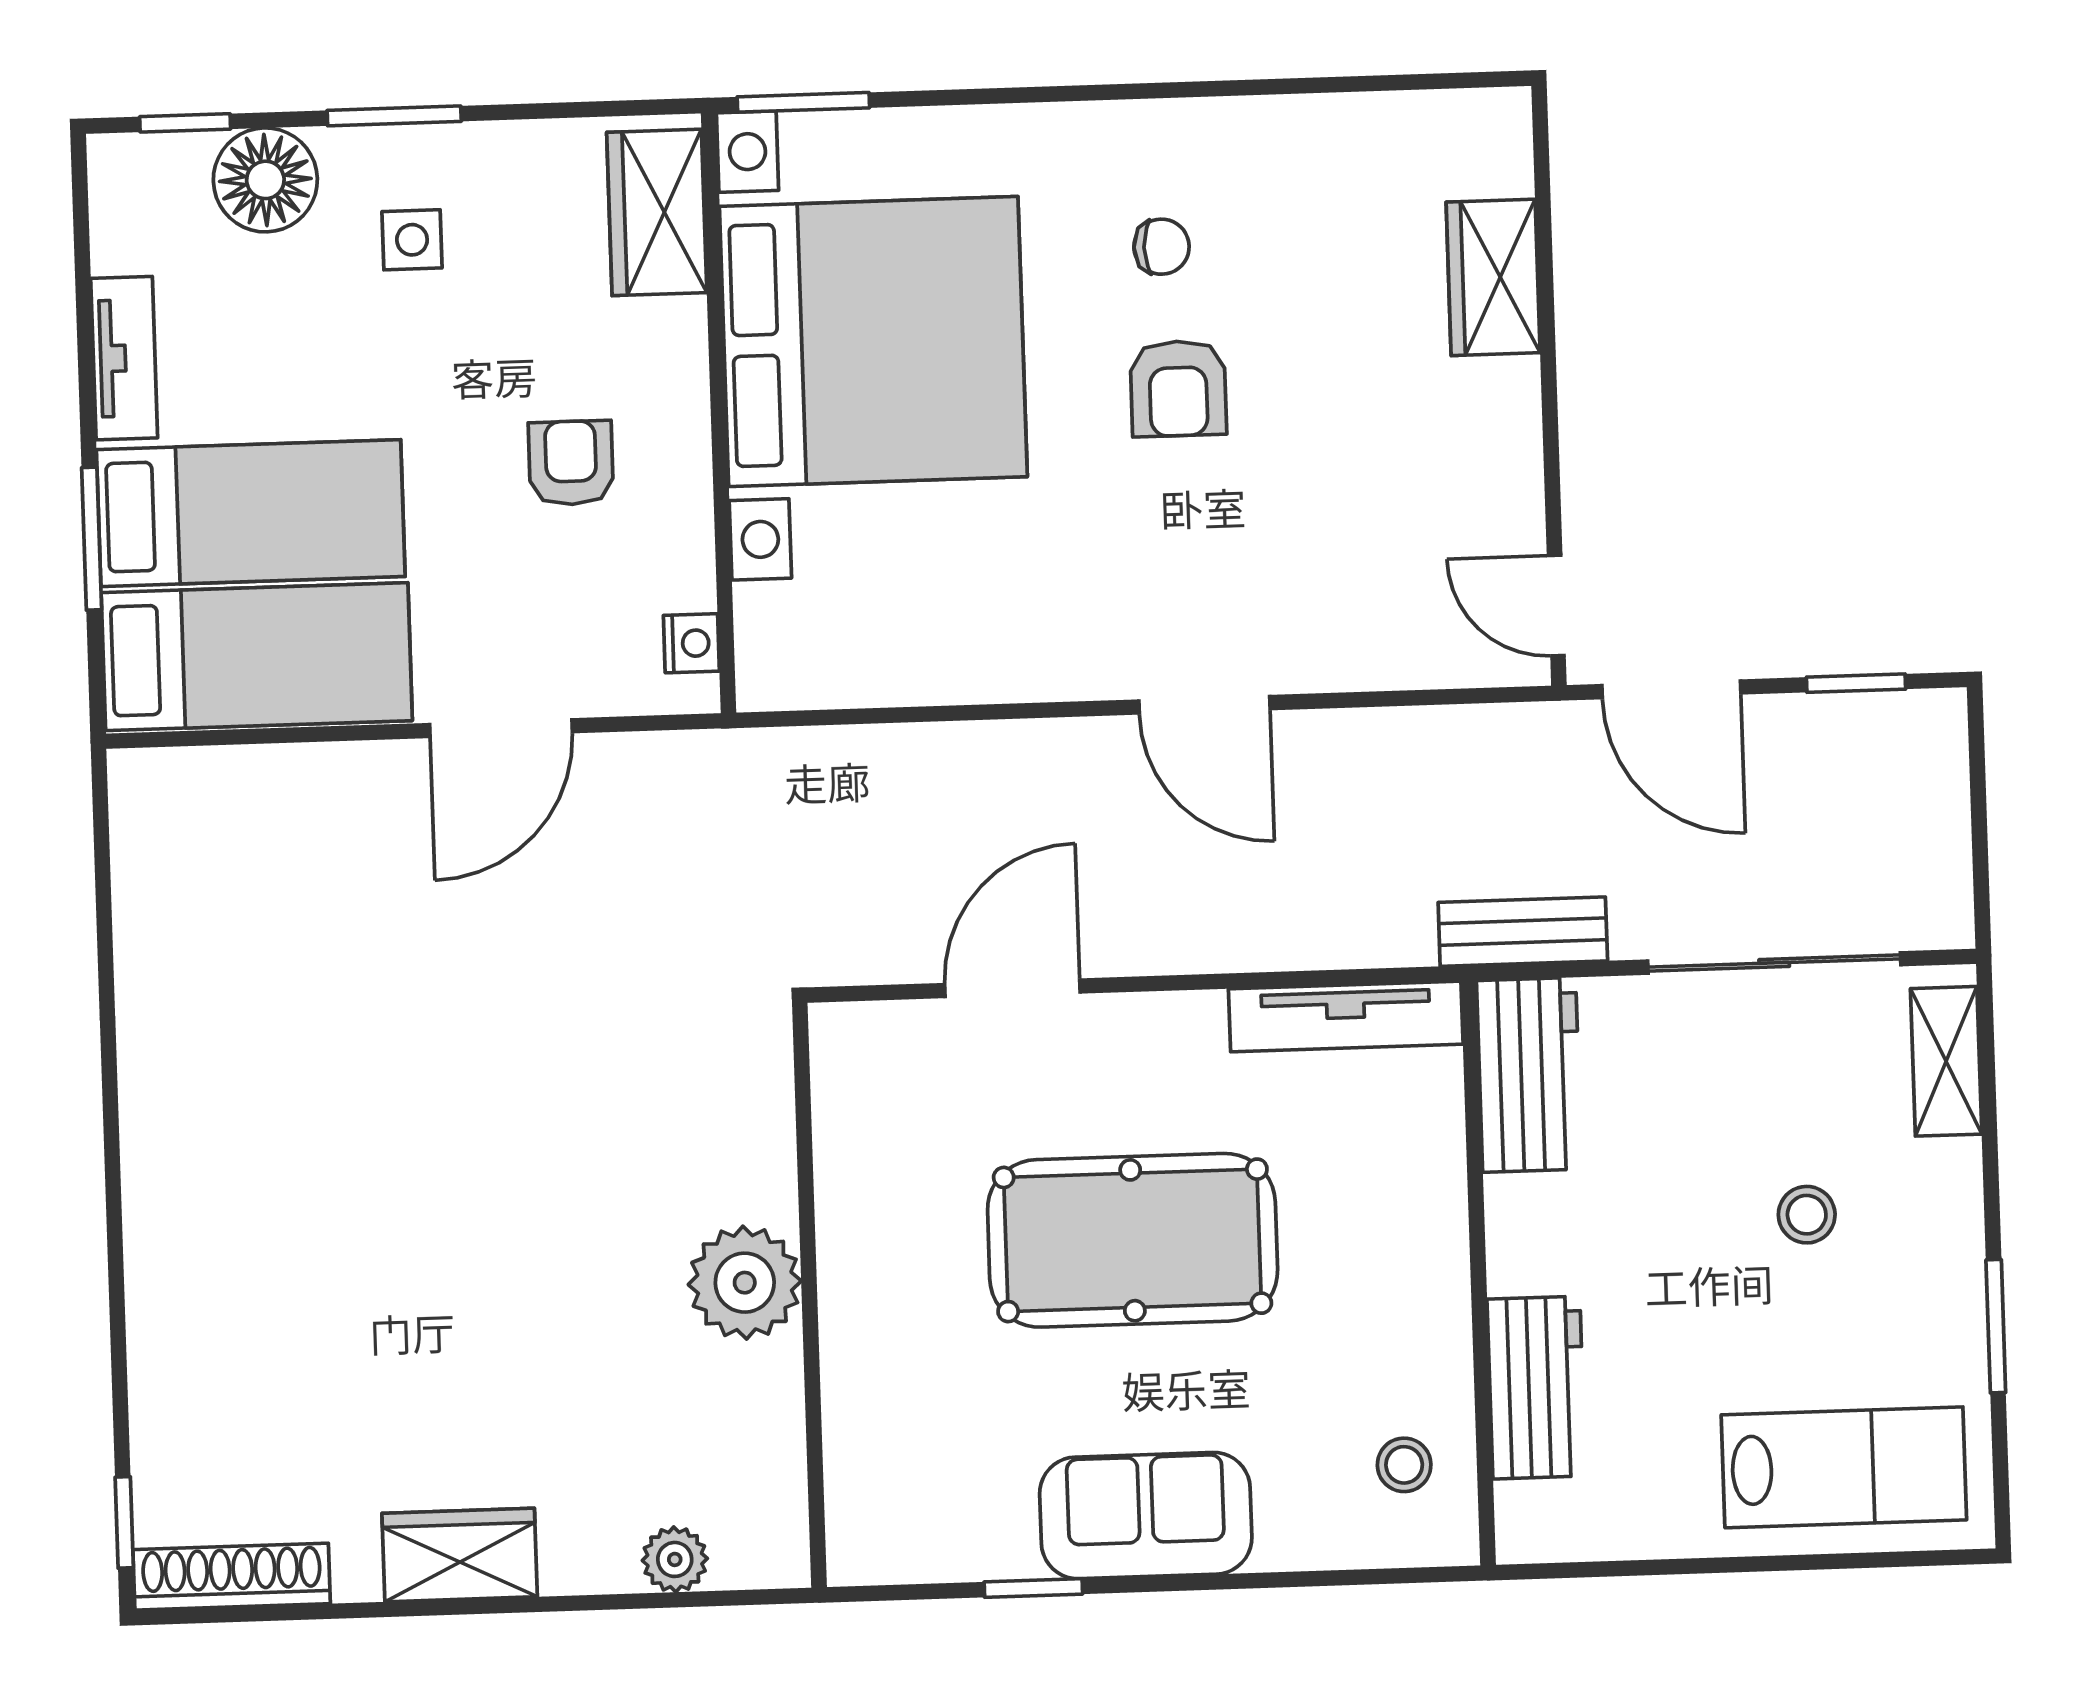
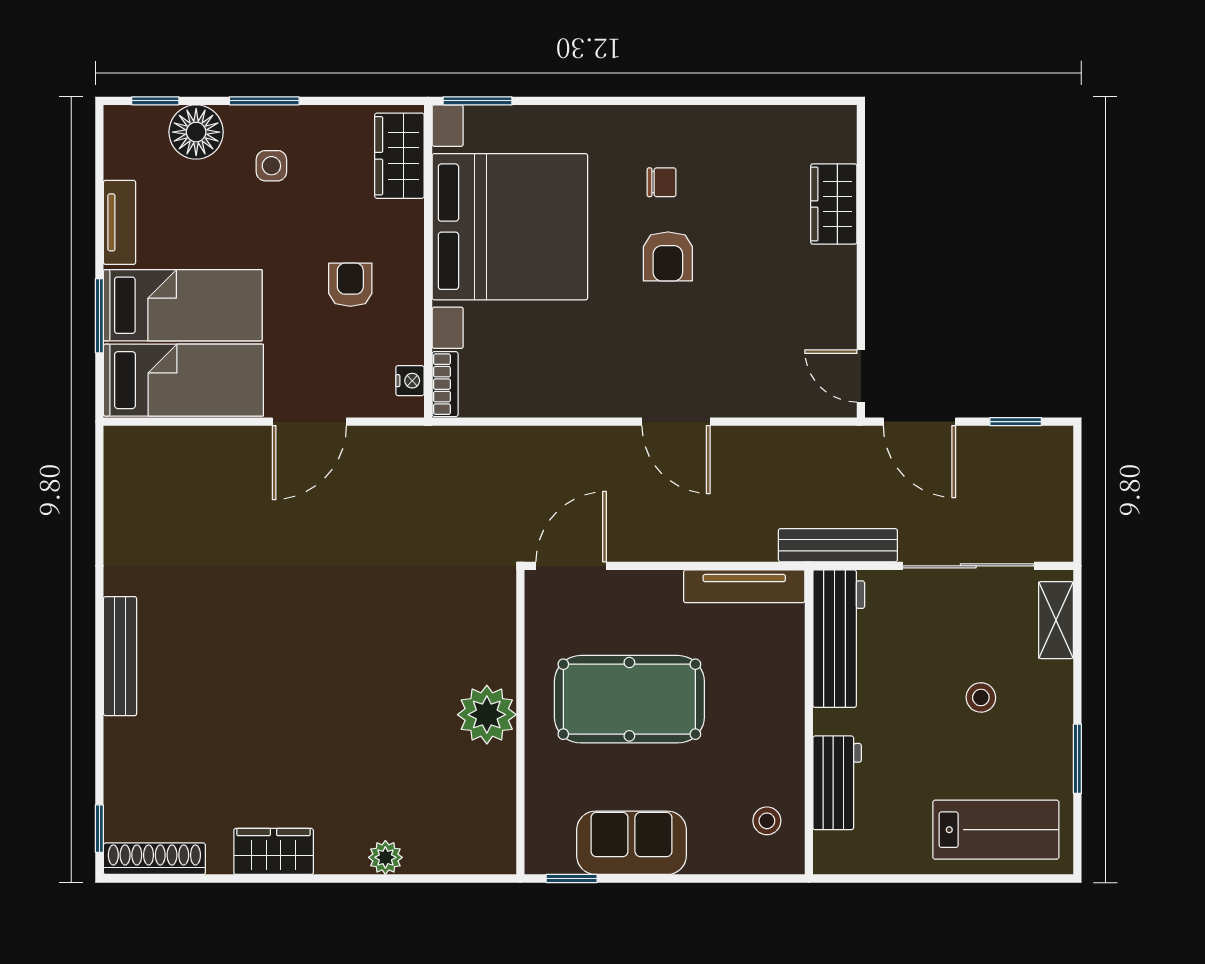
bookcase: (759, 648) -> (445, 384), added
bench: (1523, 932) -> (838, 545), width x1.36
workbench: (1529, 1075) -> (839, 639), width x1.38
bench: (153, 1190) -> (120, 656), added
plant: (745, 1283) -> (487, 715), moved
wall: (809, 1295) -> (520, 722), moved

